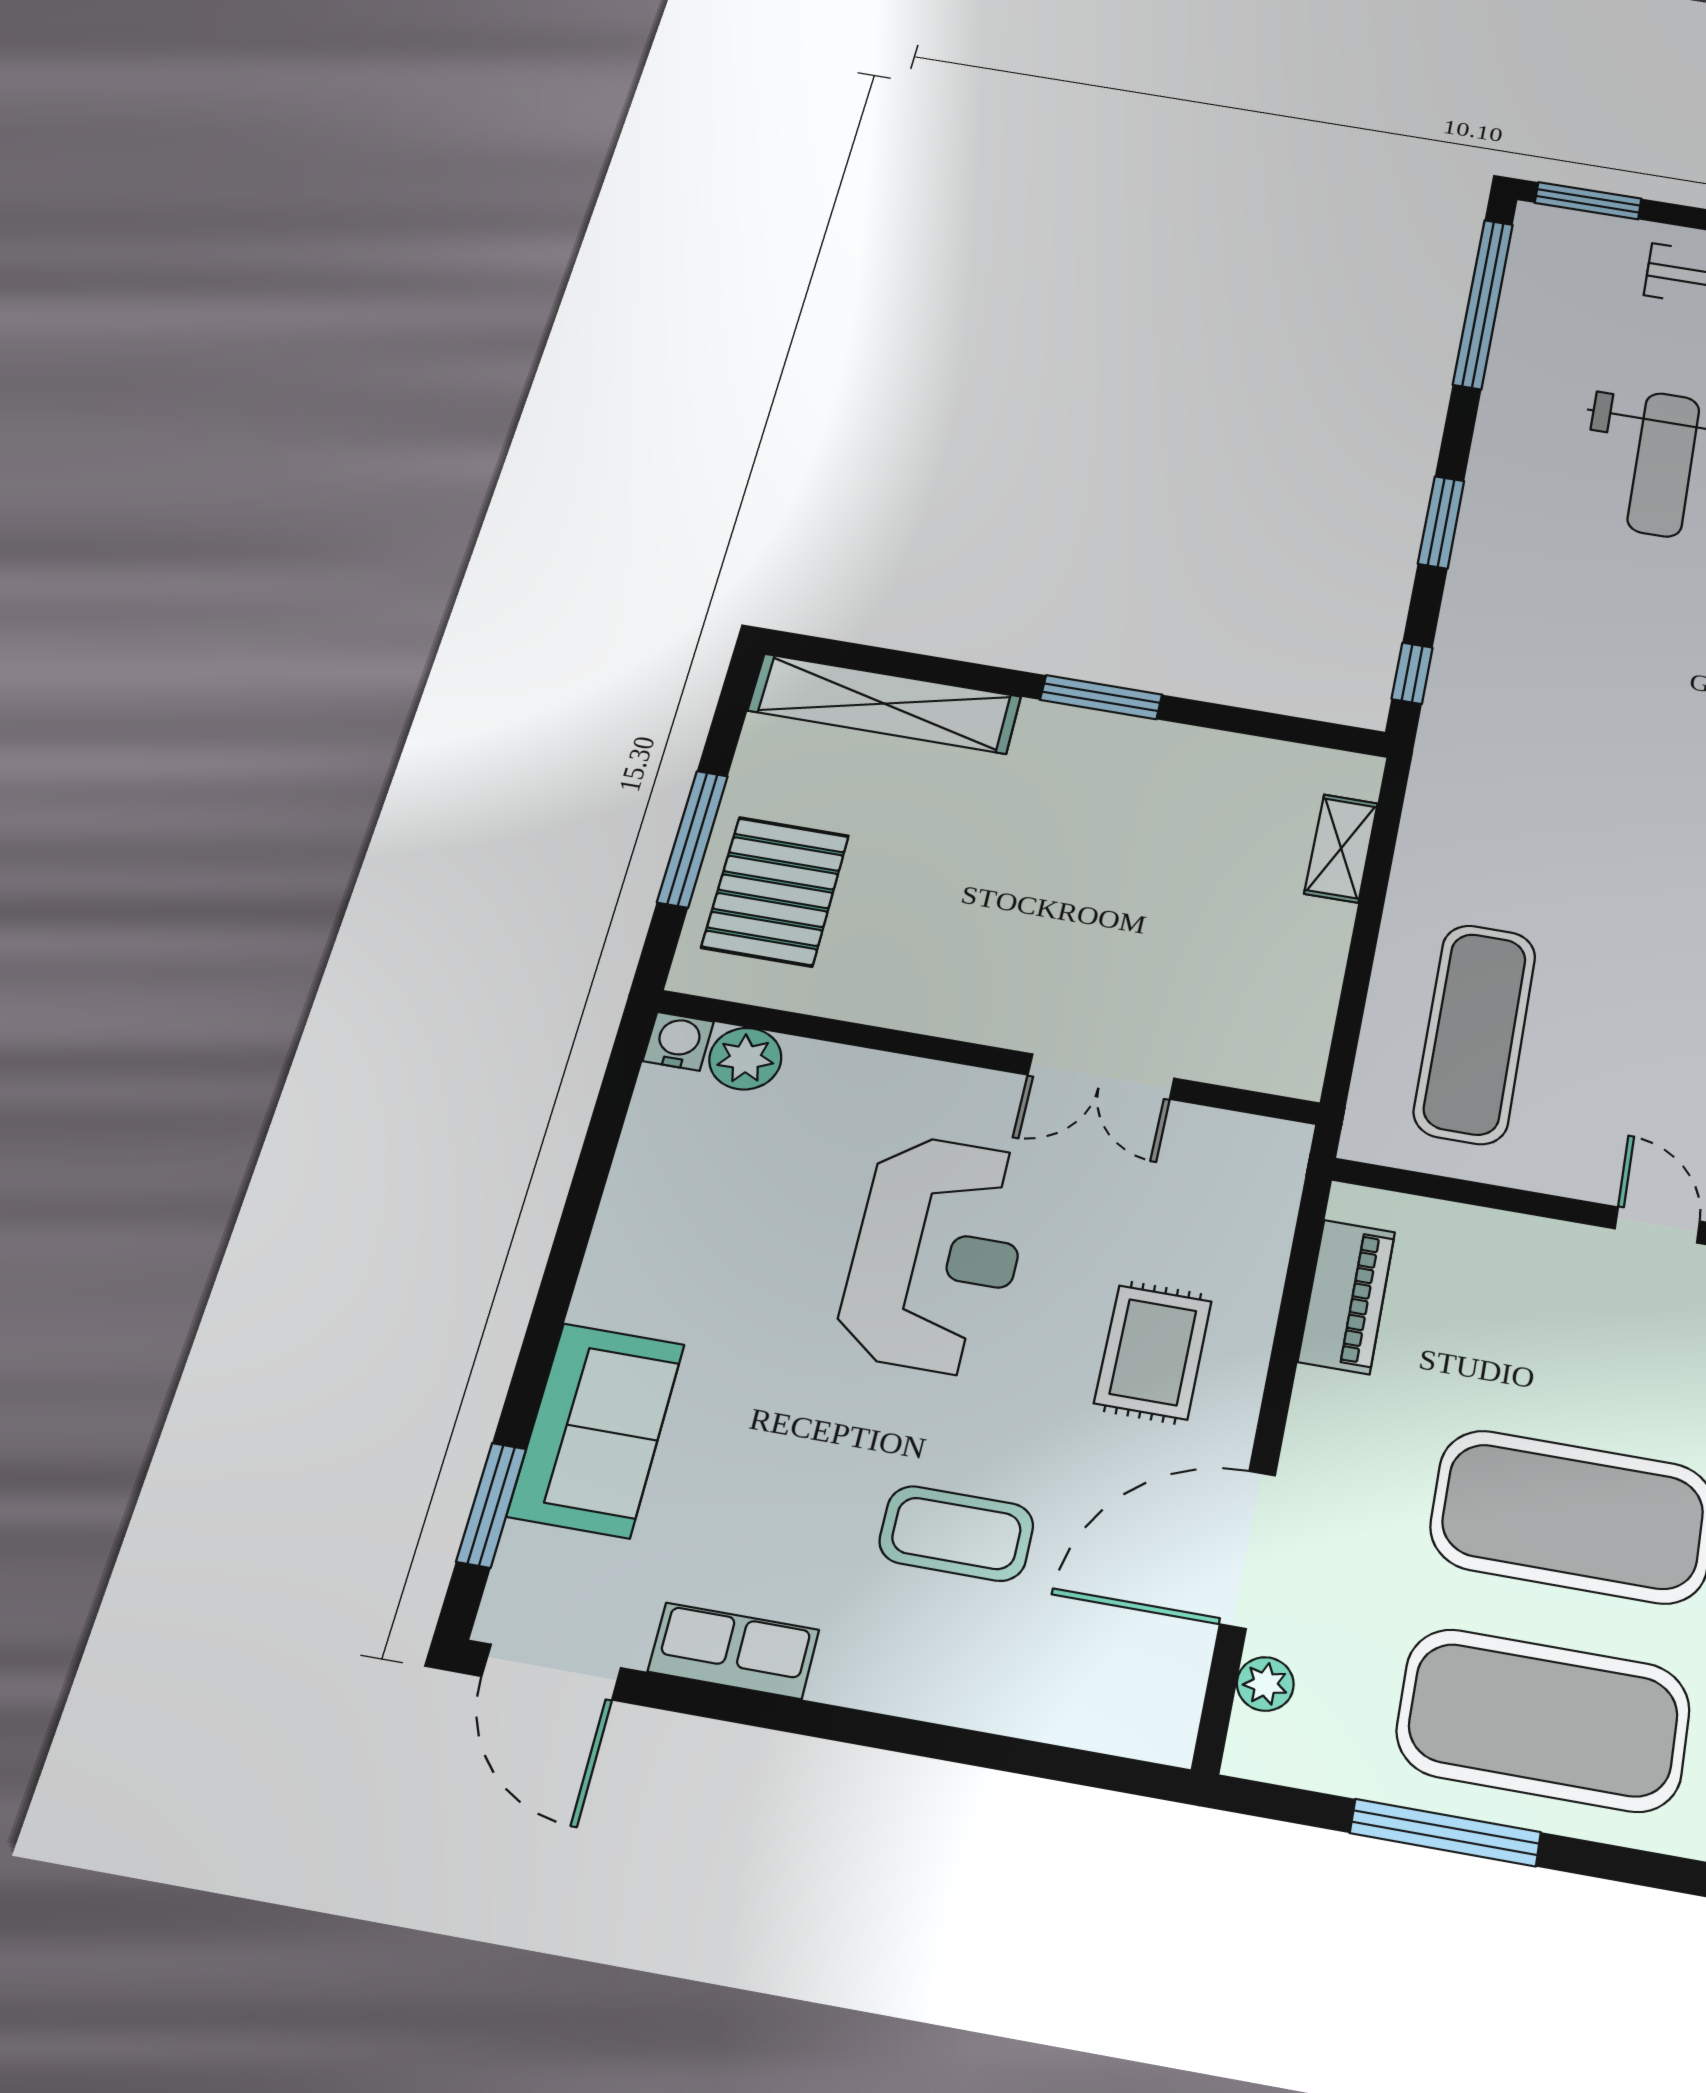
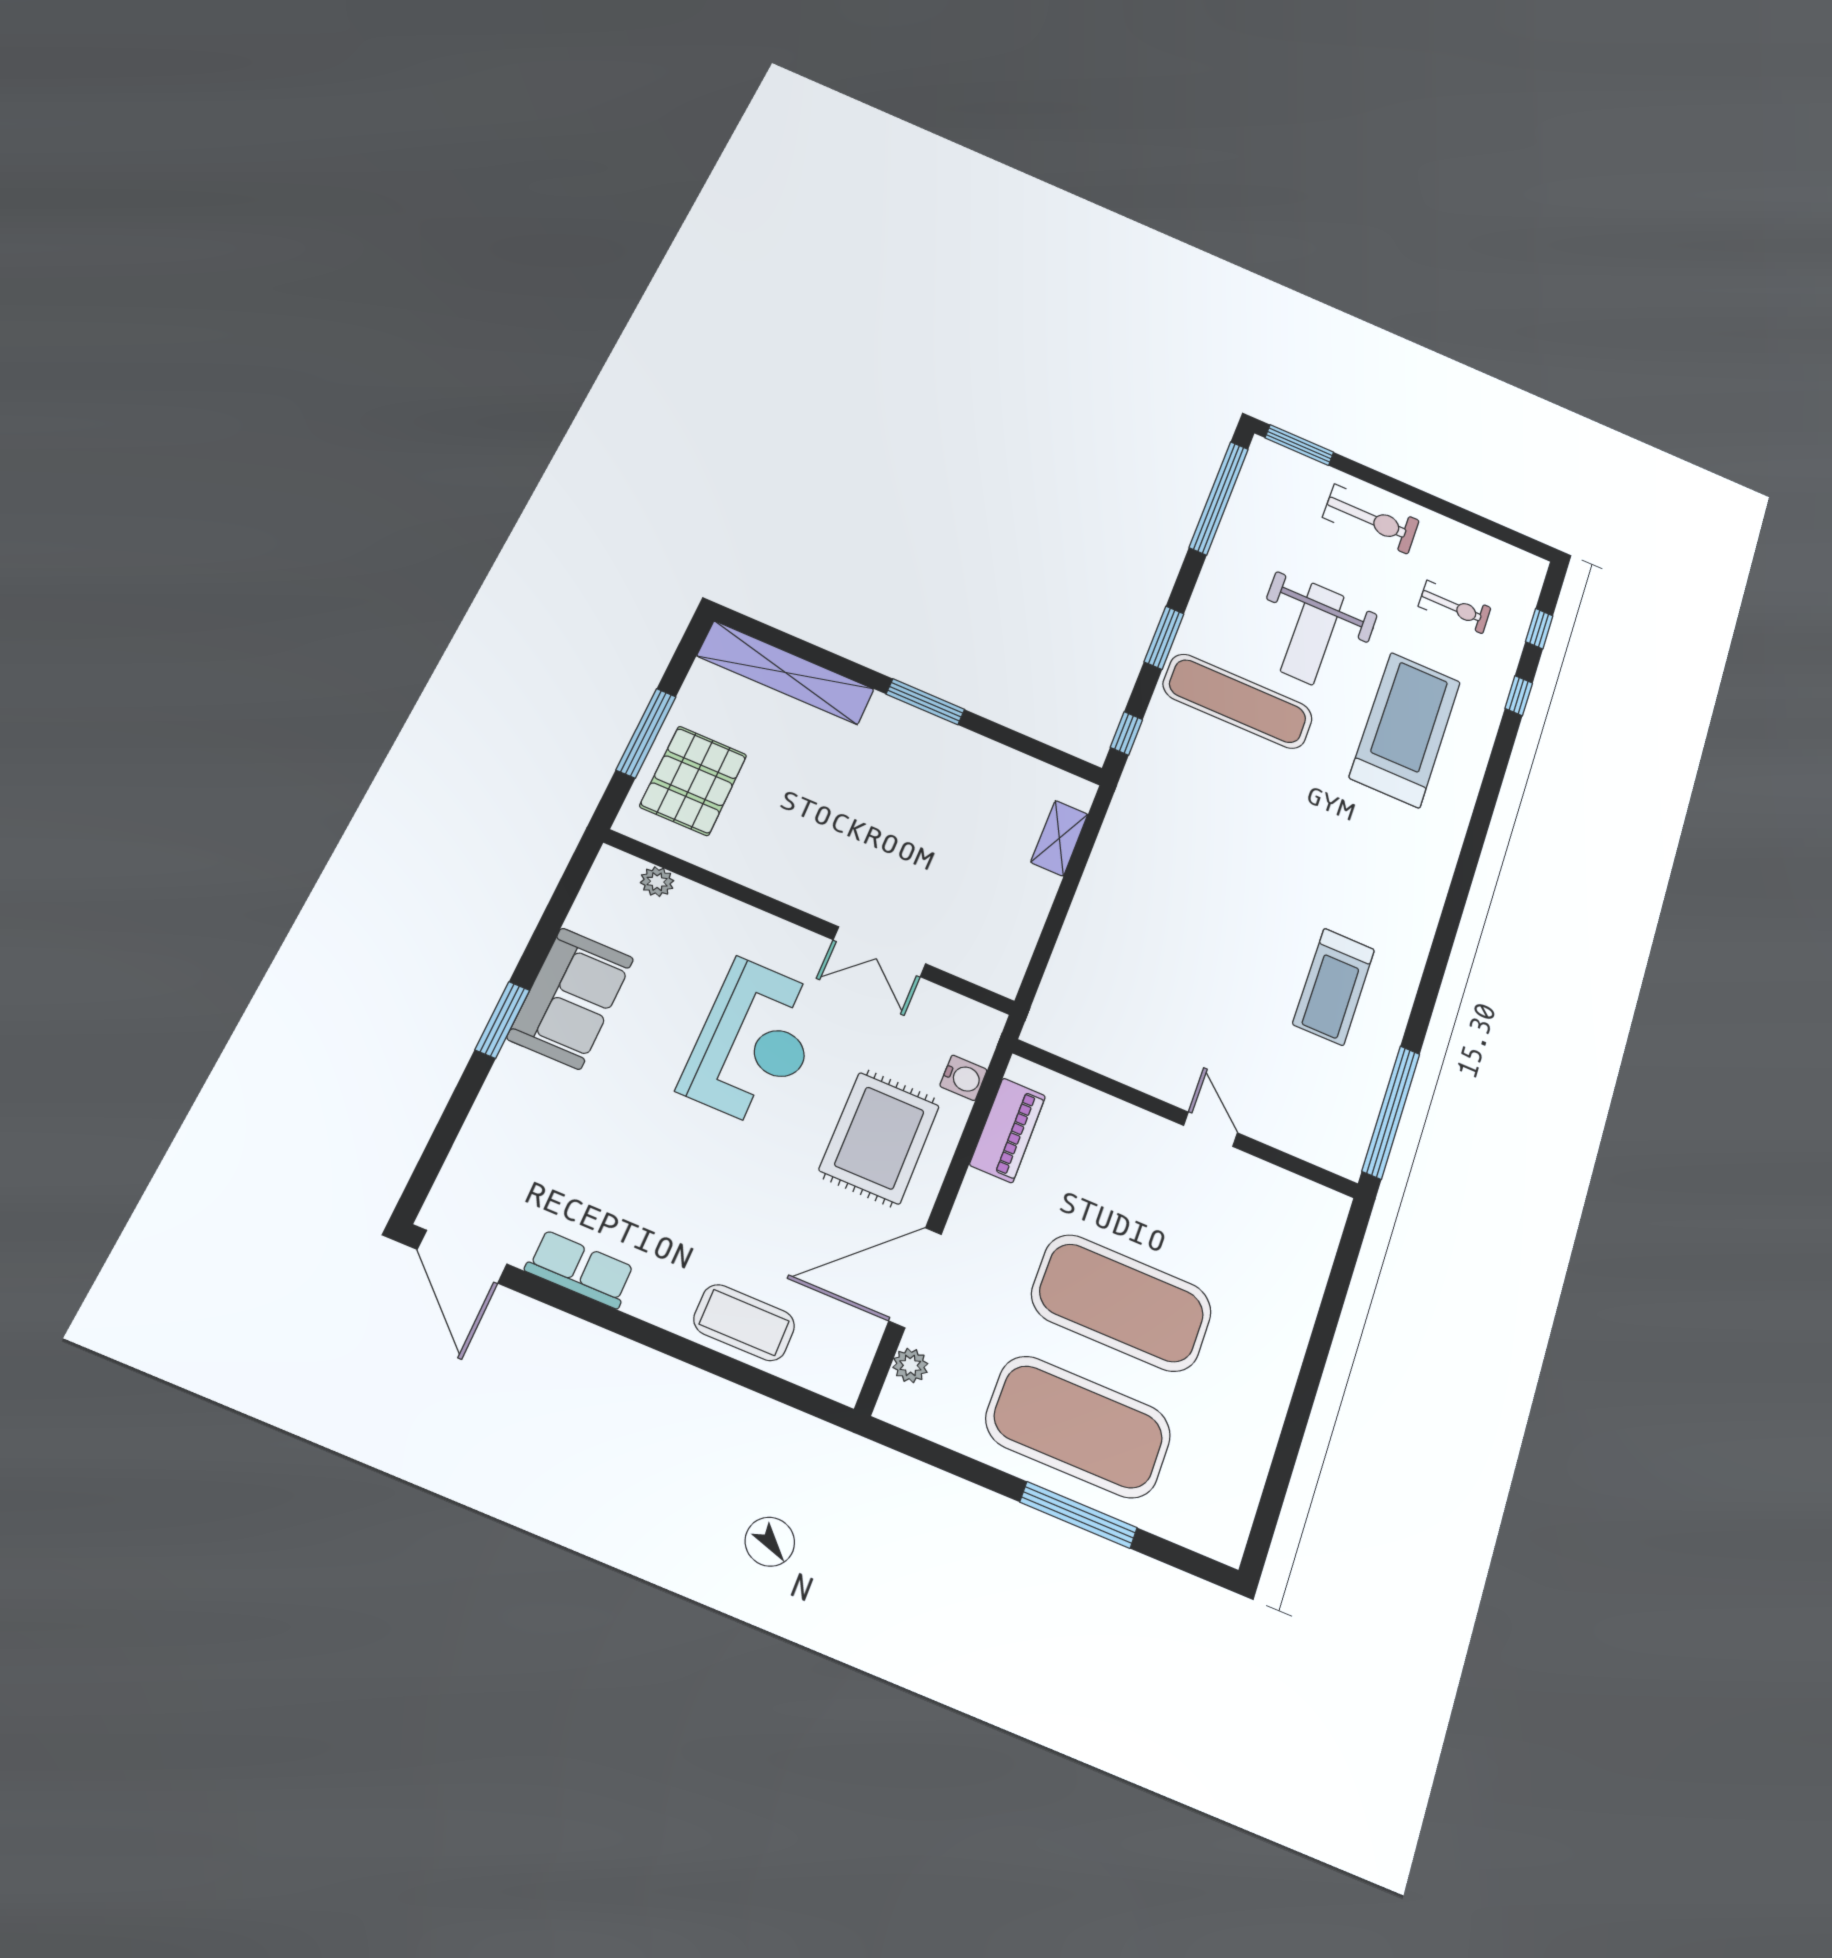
exercise mat: (1475, 1033) -> (1238, 701), moved, turned 90
water cooler: (678, 1041) -> (963, 1078), moved, turned 90
plant: (745, 1059) -> (657, 882), width x0.73, depth x0.73
rug: (1153, 1352) -> (879, 1138), width x1.36, depth x1.43
sofa: (596, 1430) -> (571, 998), moved
window: (491, 1505) -> (502, 1020), moved
coffee table: (956, 1533) -> (744, 1323), moved
window: (1445, 1833) -> (1079, 1515), moved

